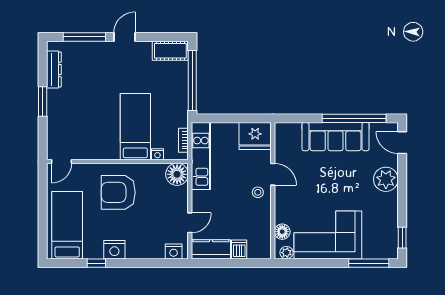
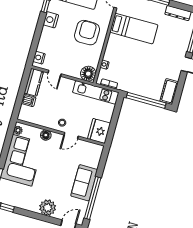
bed: (135, 127) -> (134, 29), moved
sofa: (336, 137) -> (84, 183), width x0.73
floor lamp: (282, 232) -> (46, 135), moved

